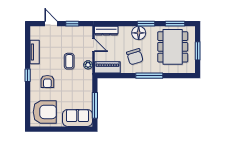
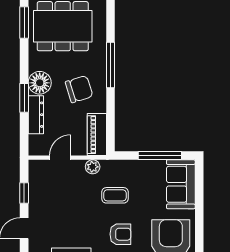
window: (146, 24) -> (24, 98), moved
dresser: (106, 31) -> (36, 115), moved
coffee table: (69, 61) -> (115, 195), moved

